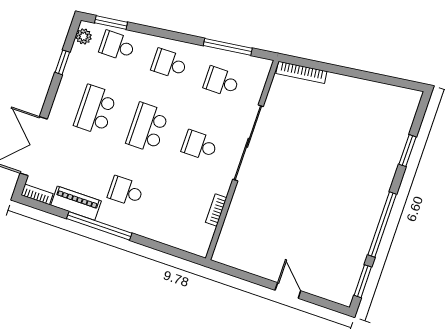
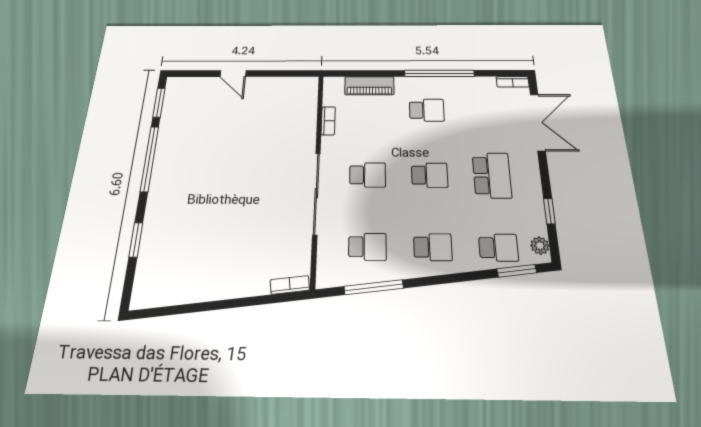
bookcase: (301, 72) -> (290, 285), width x0.64
school desk: (147, 128) -> (430, 175), width x0.54
piano: (76, 203) -> (369, 86), moved

